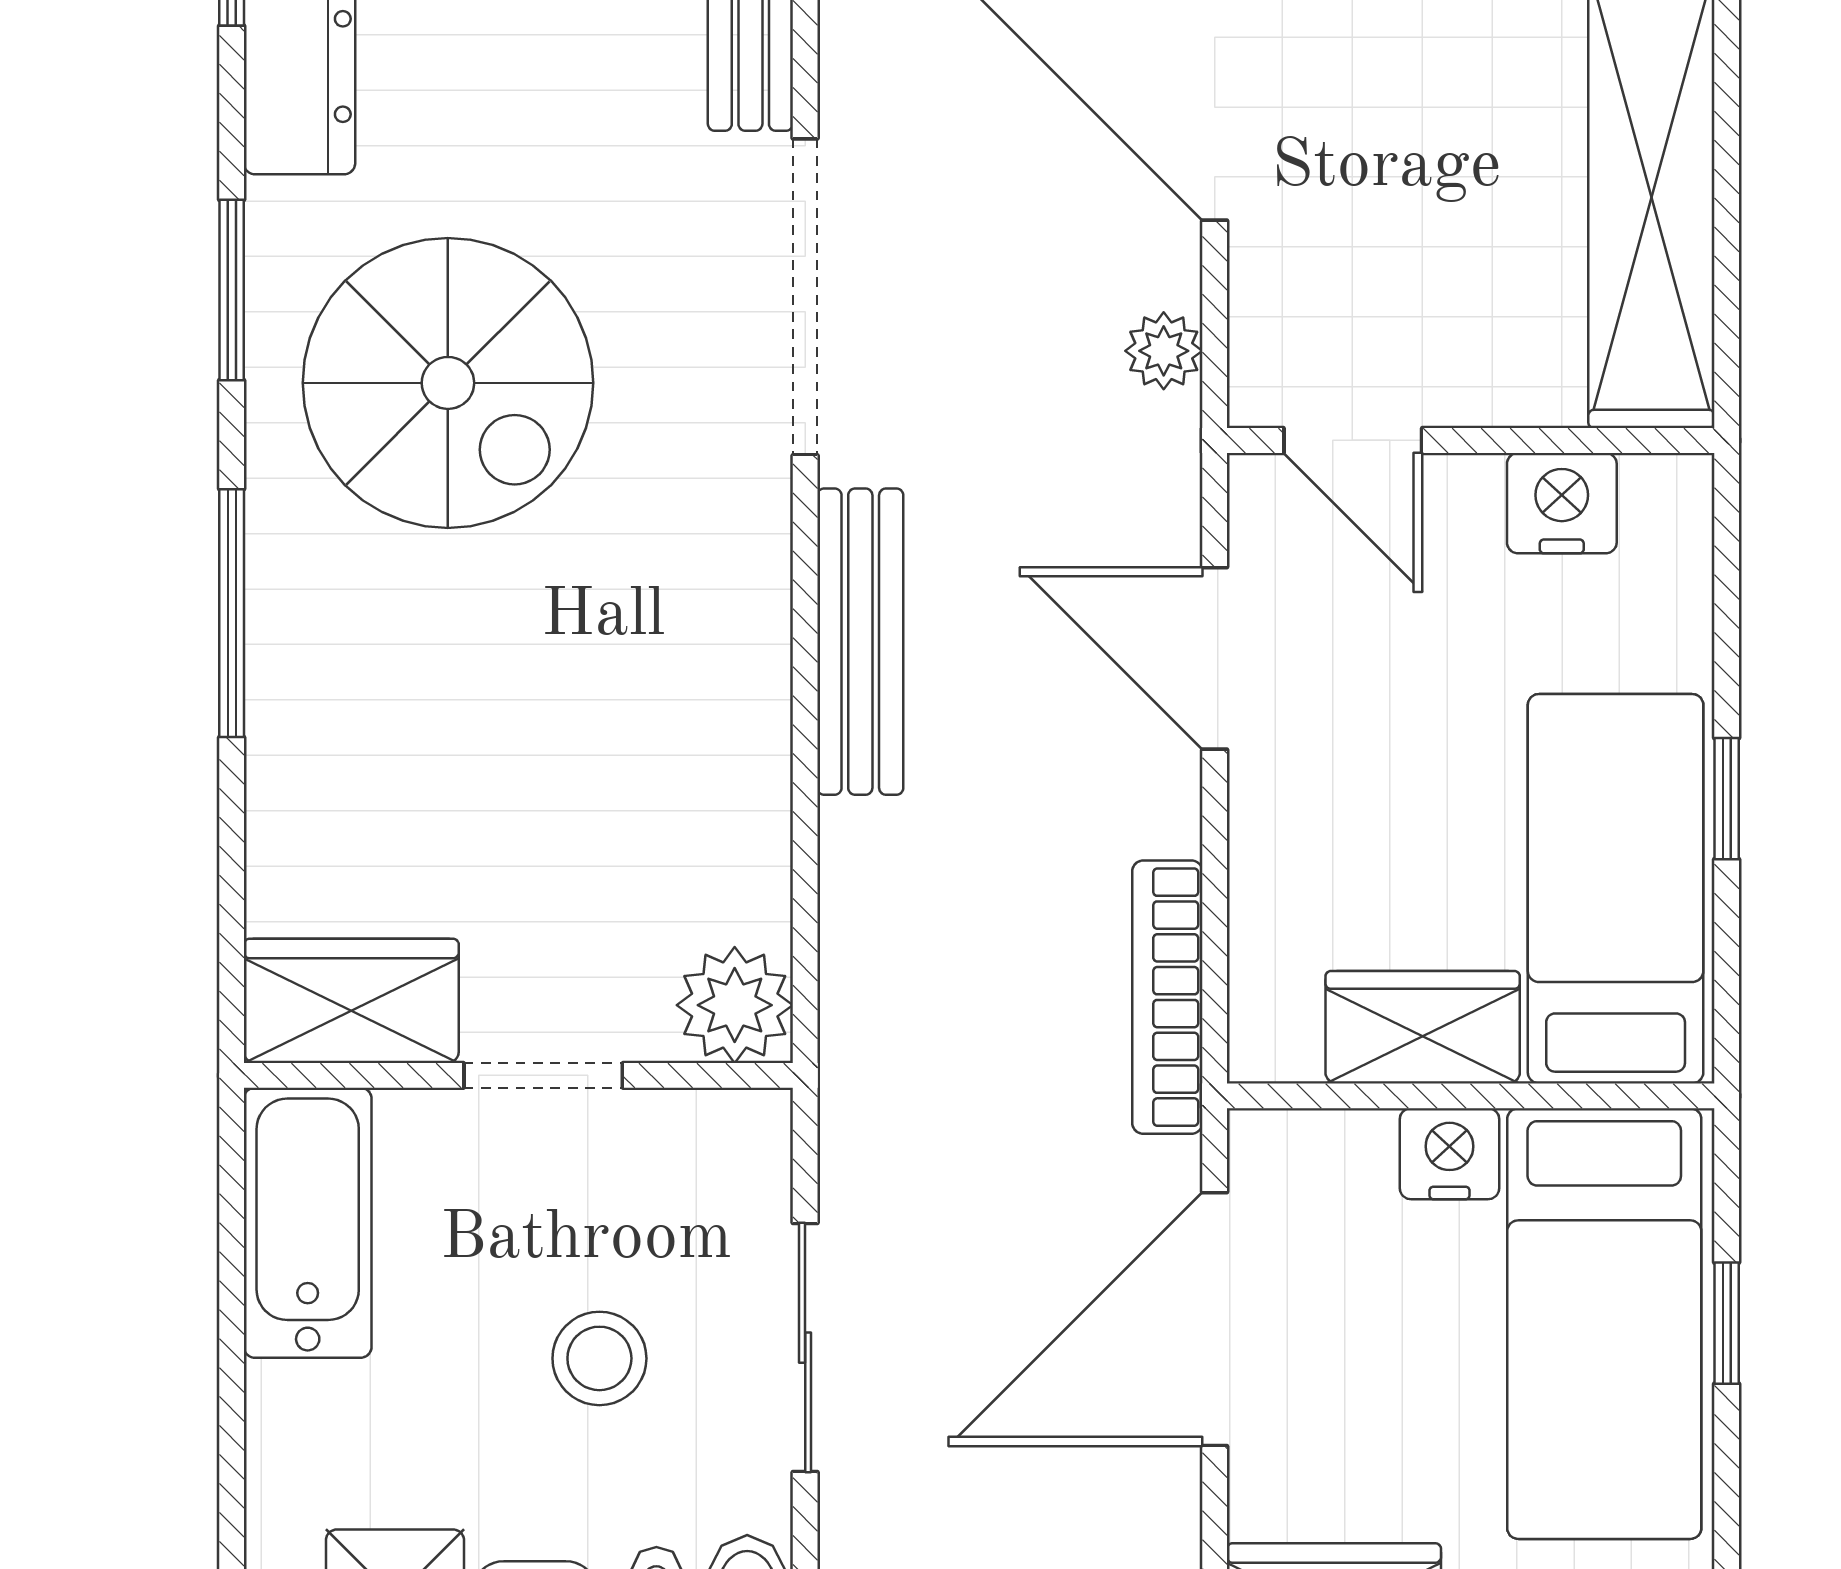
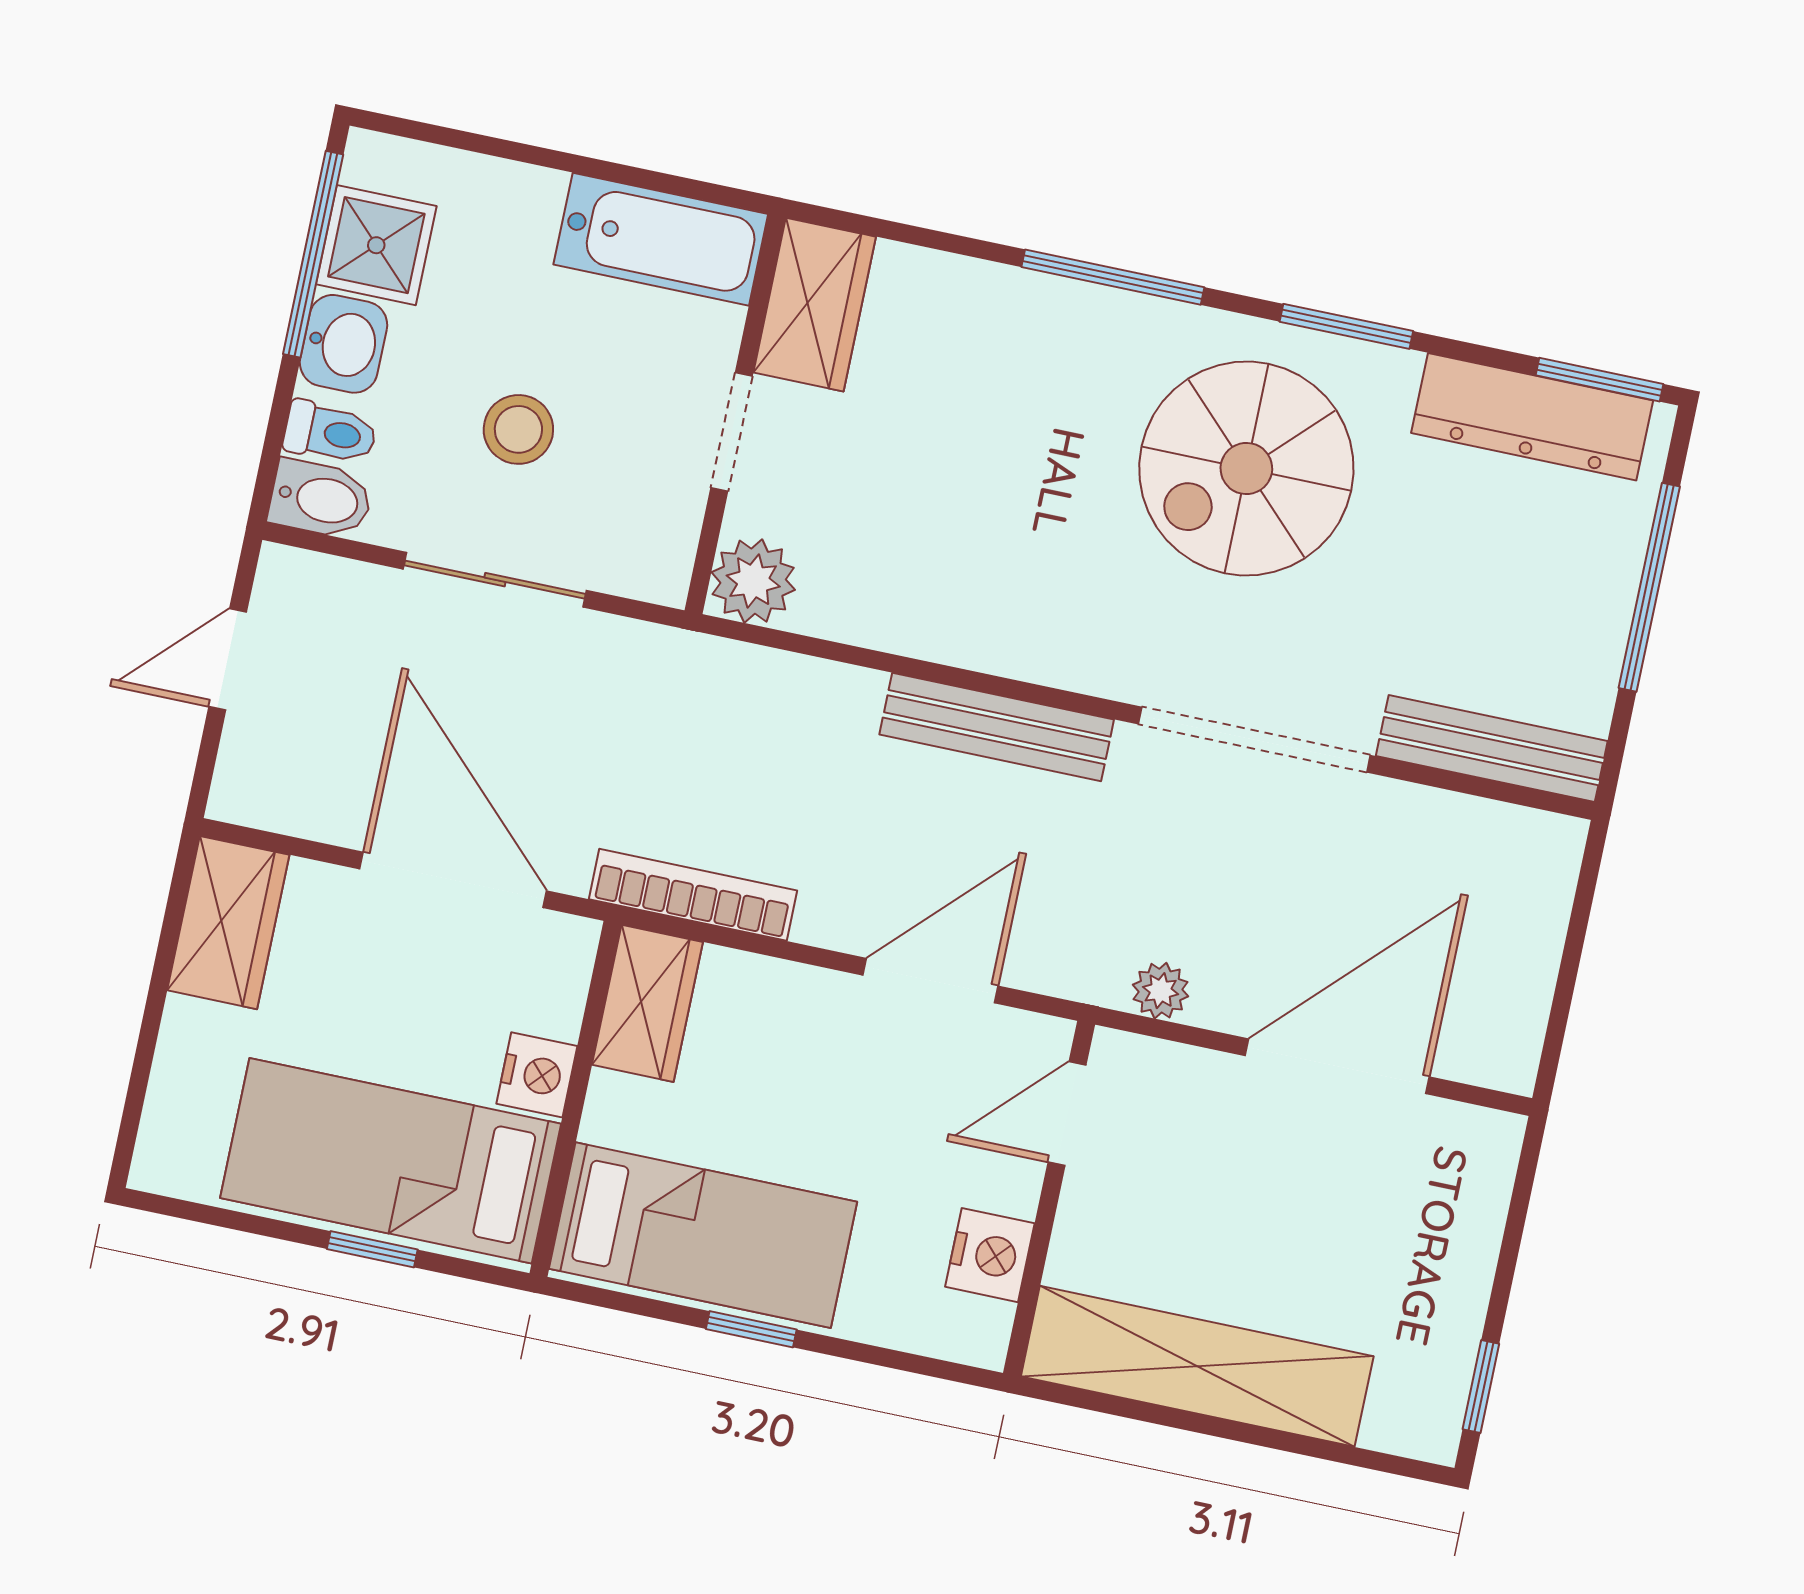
wardrobe: (1423, 1027) -> (647, 1003), moved

